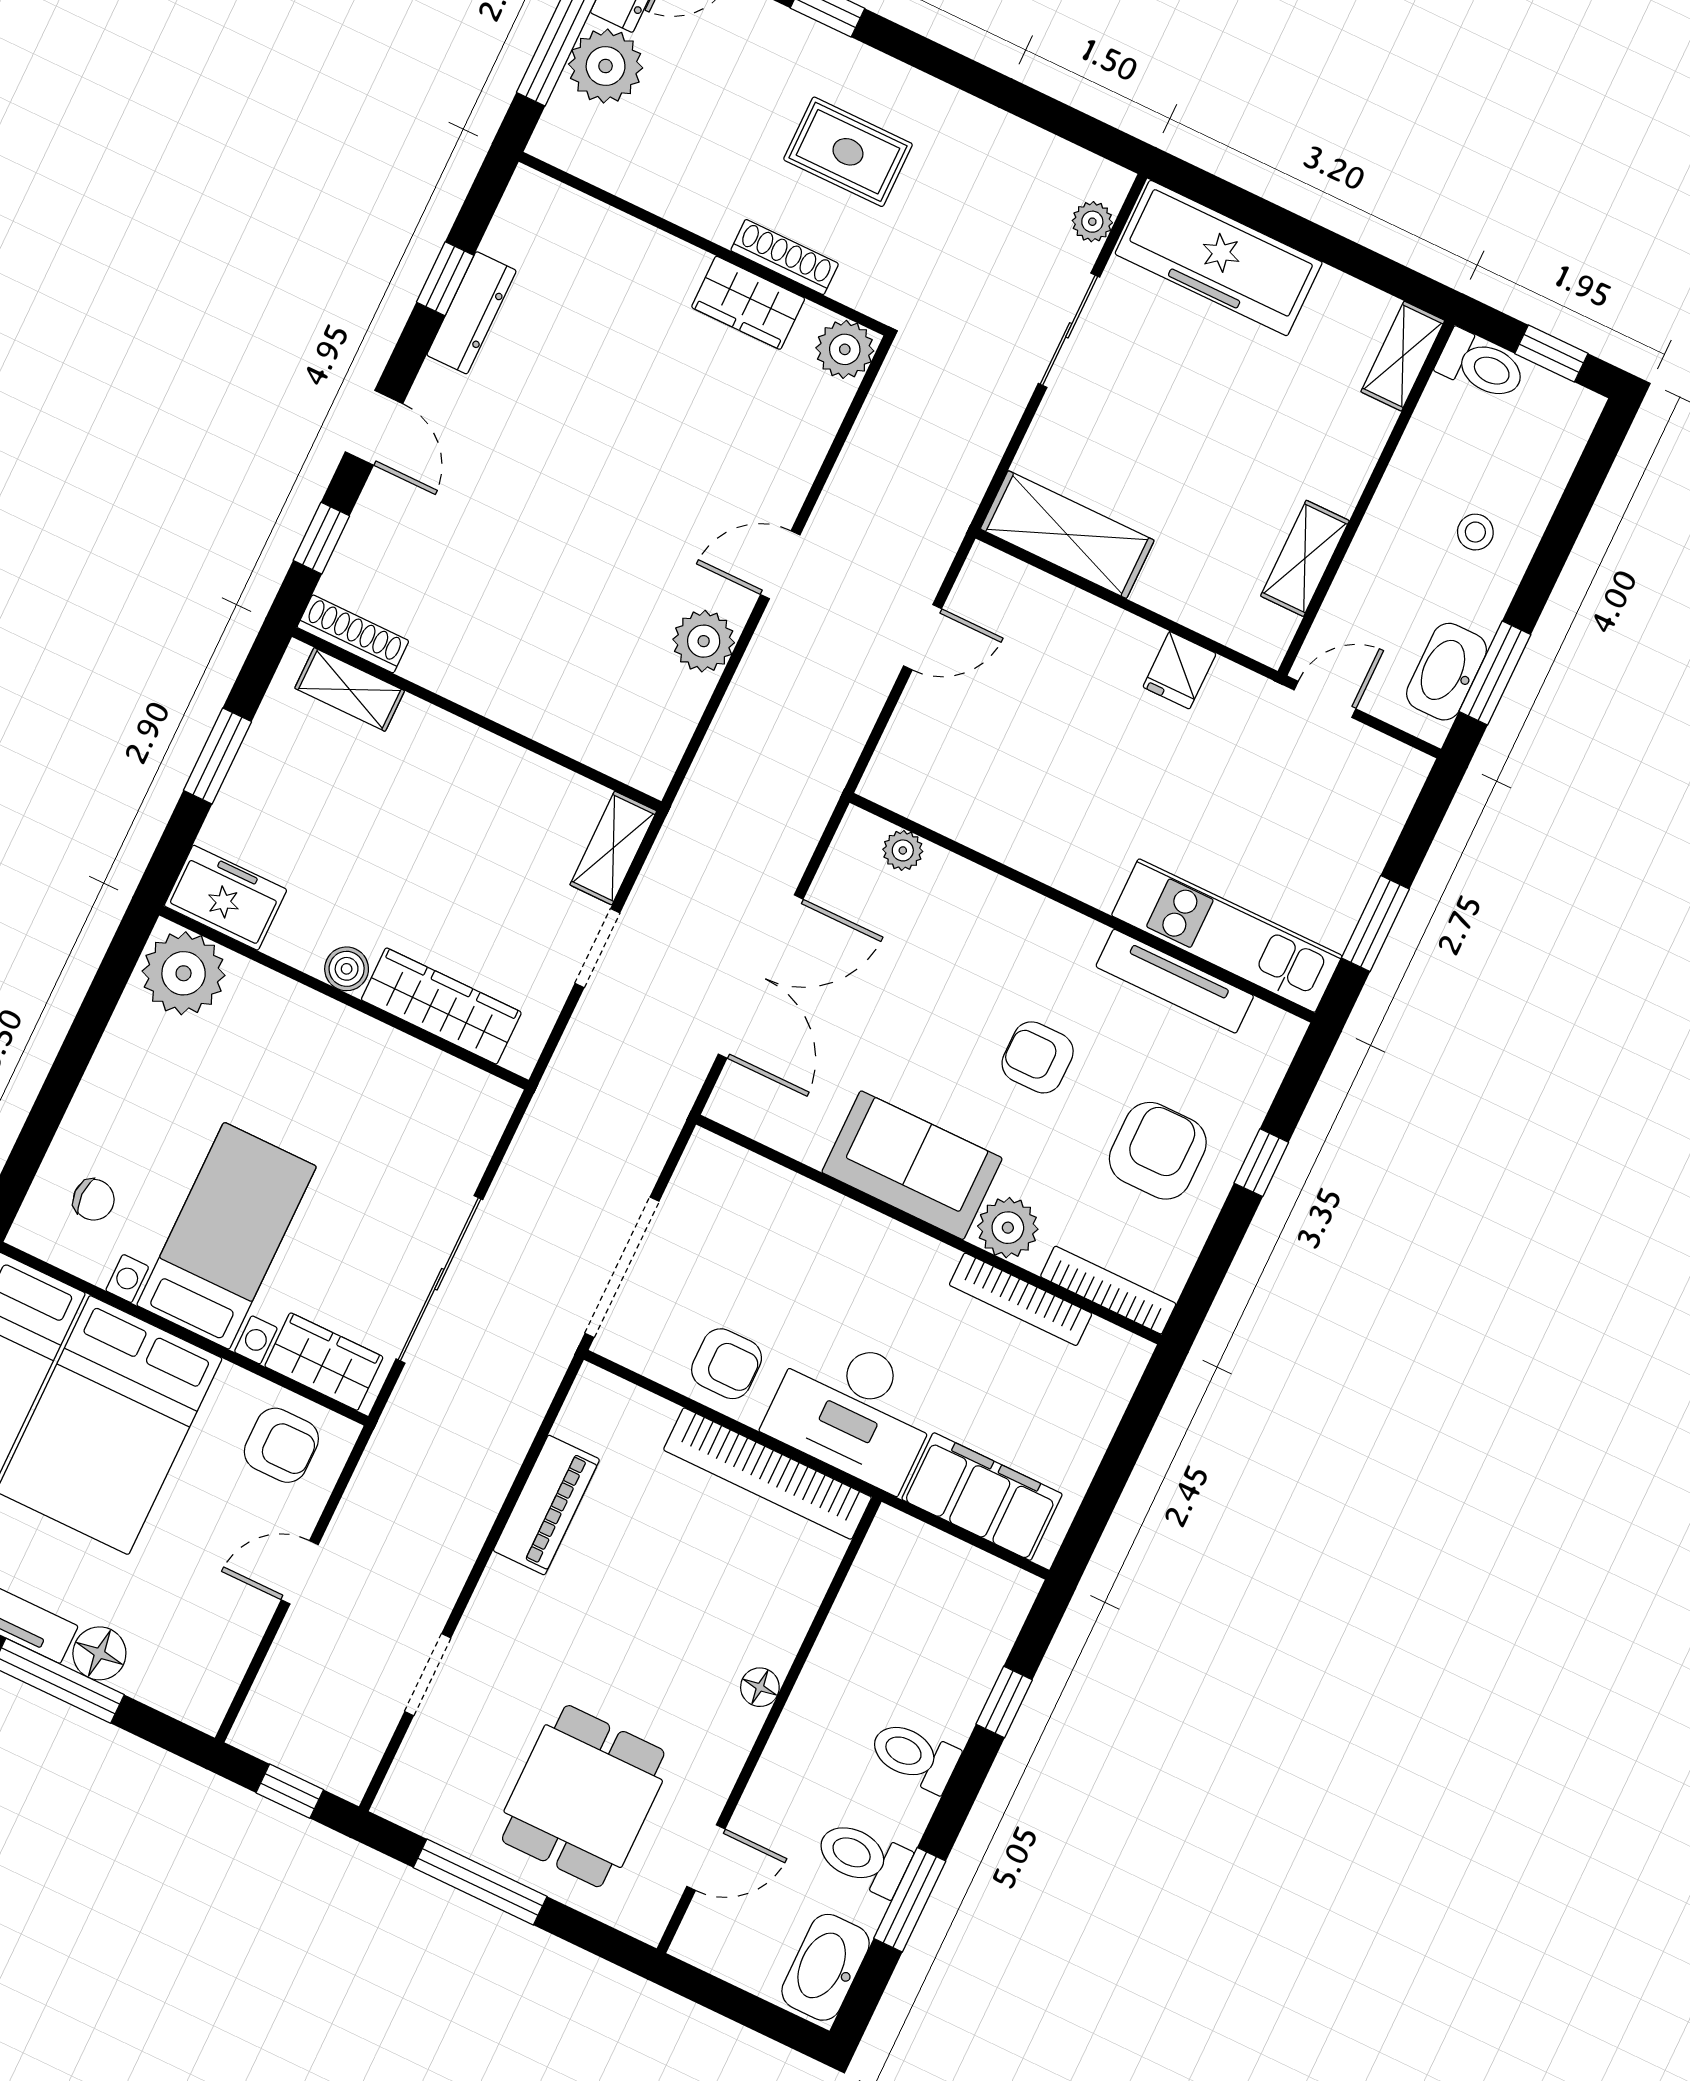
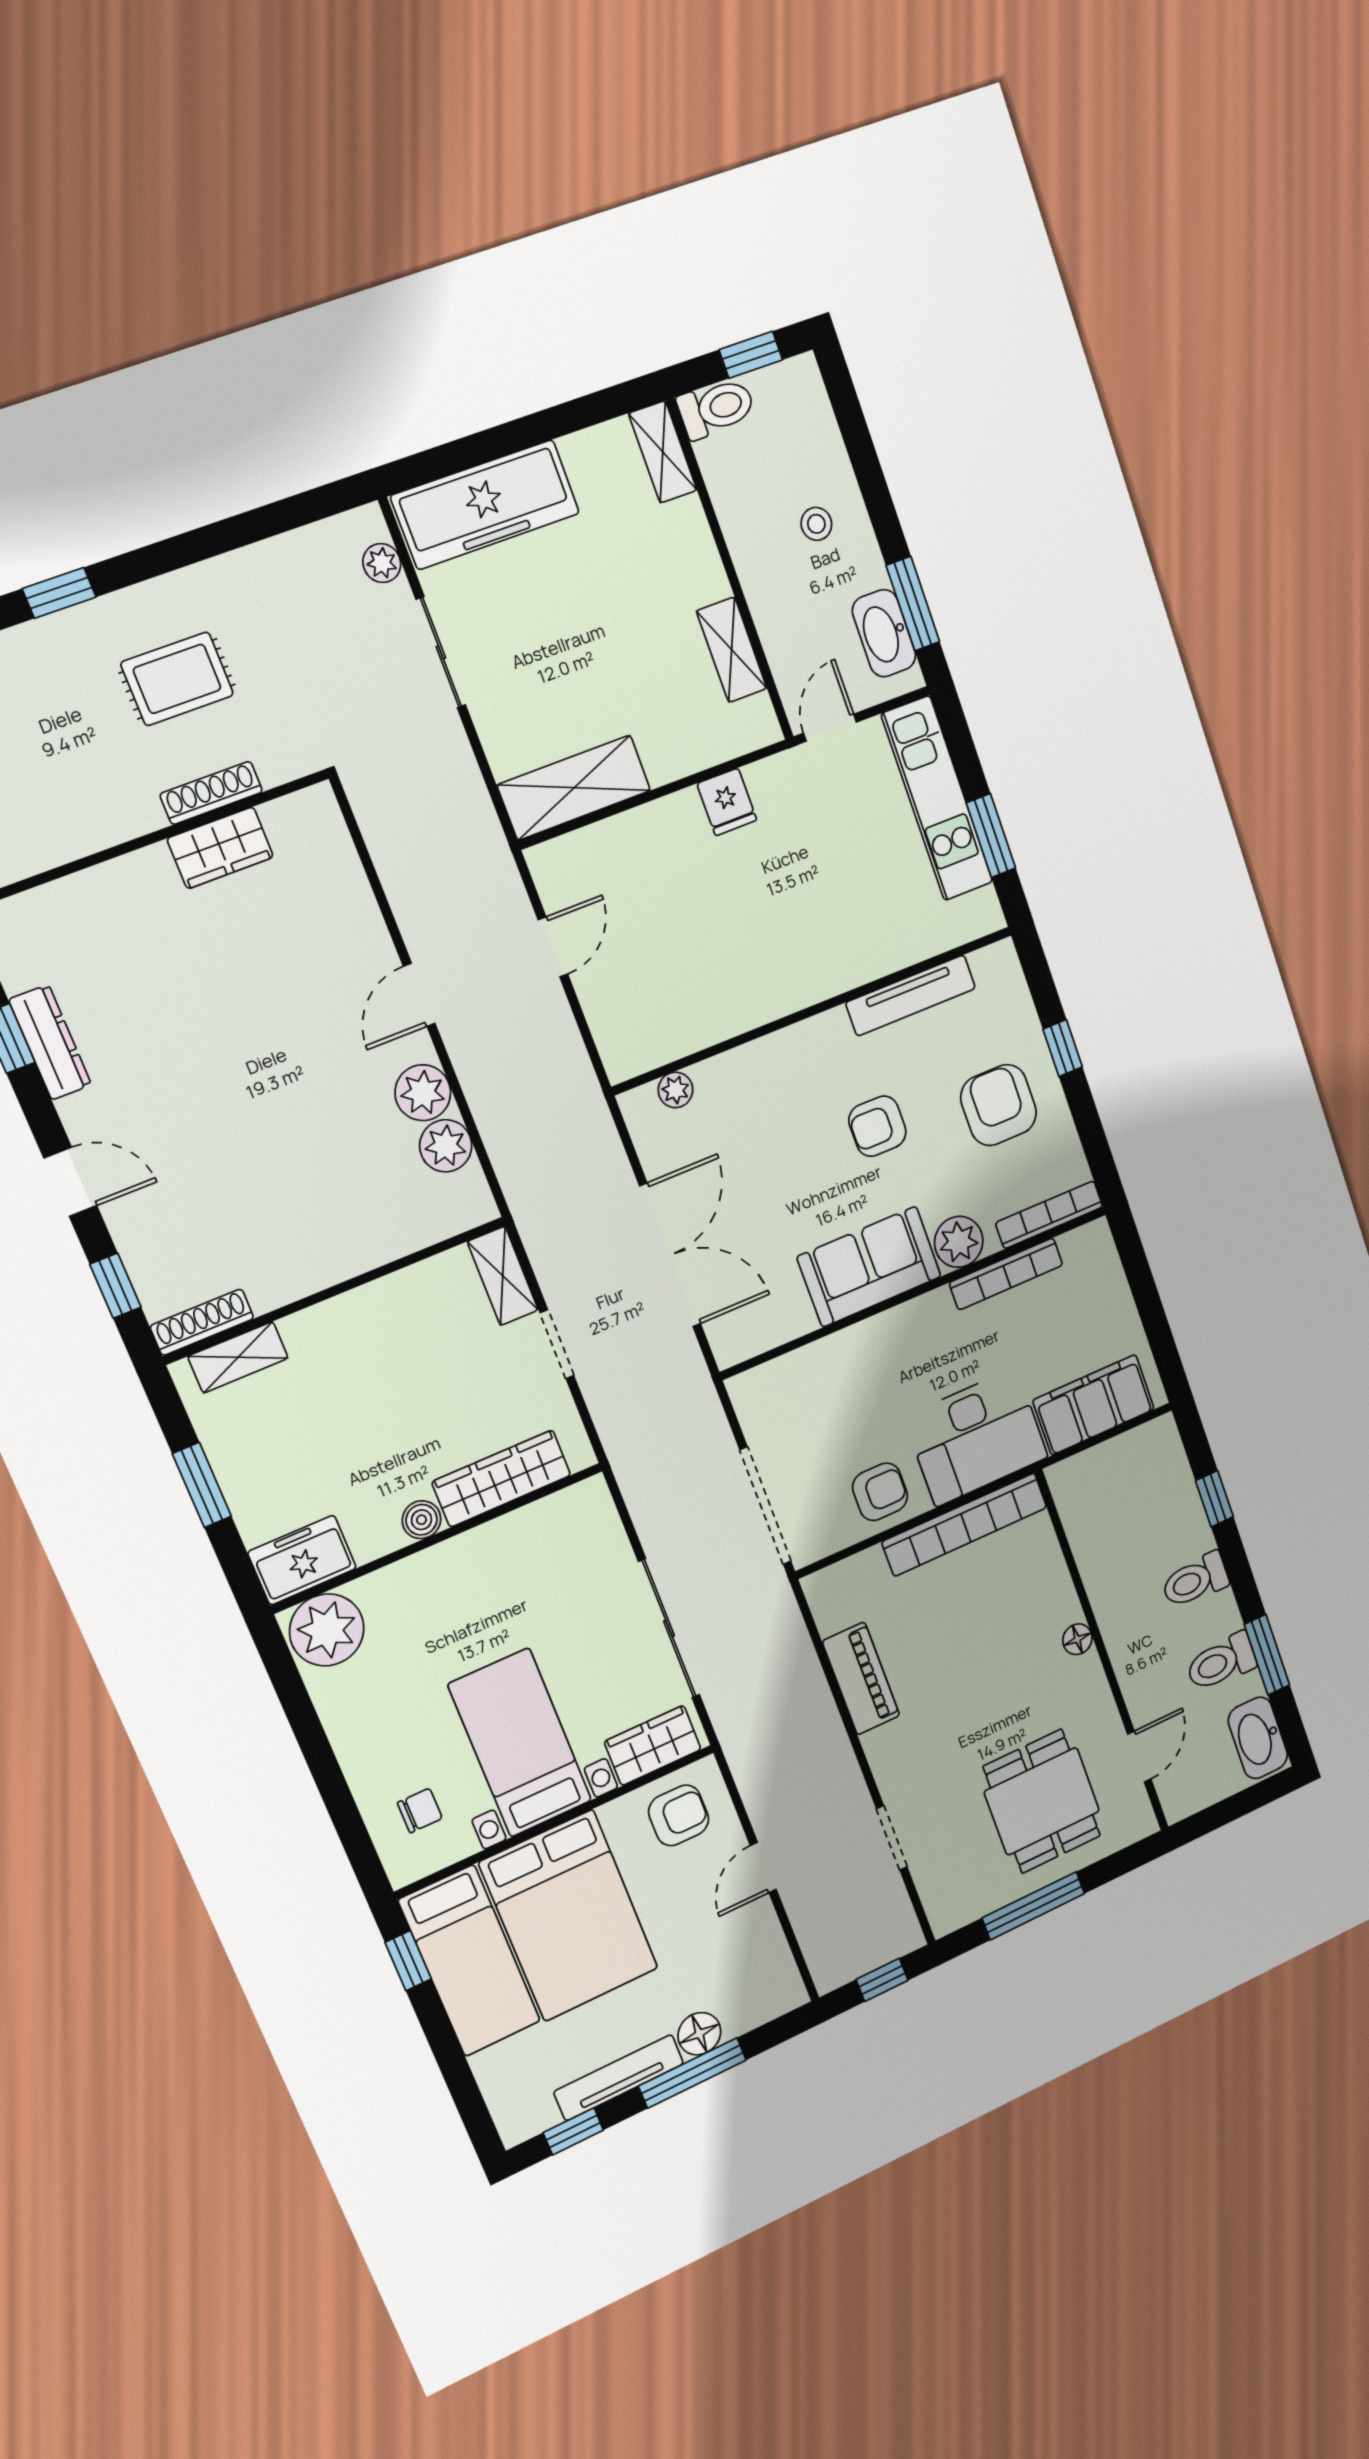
plant: (845, 349) -> (446, 1146), moved
kitchen unit: (1227, 936) -> (937, 799), moved, turned -90

